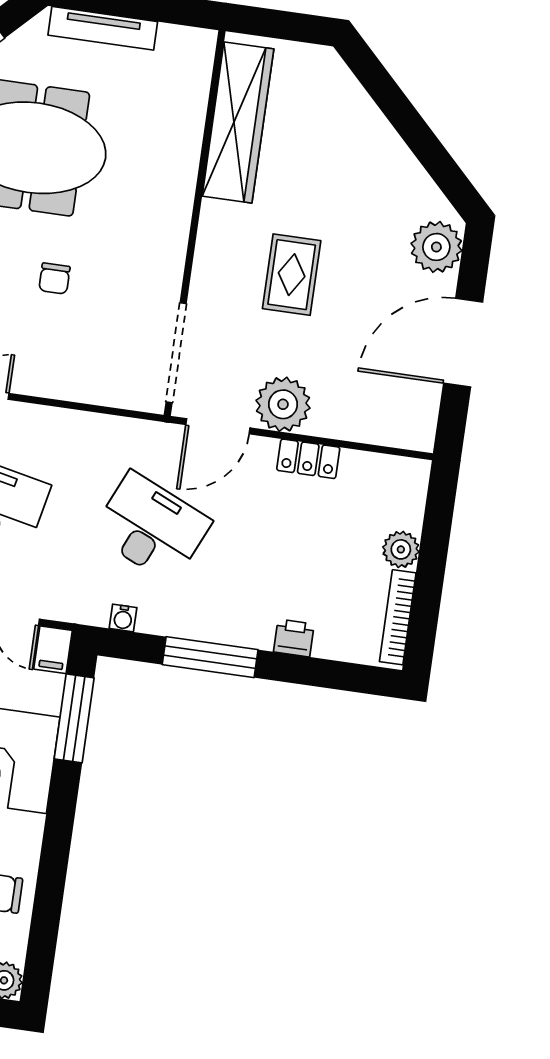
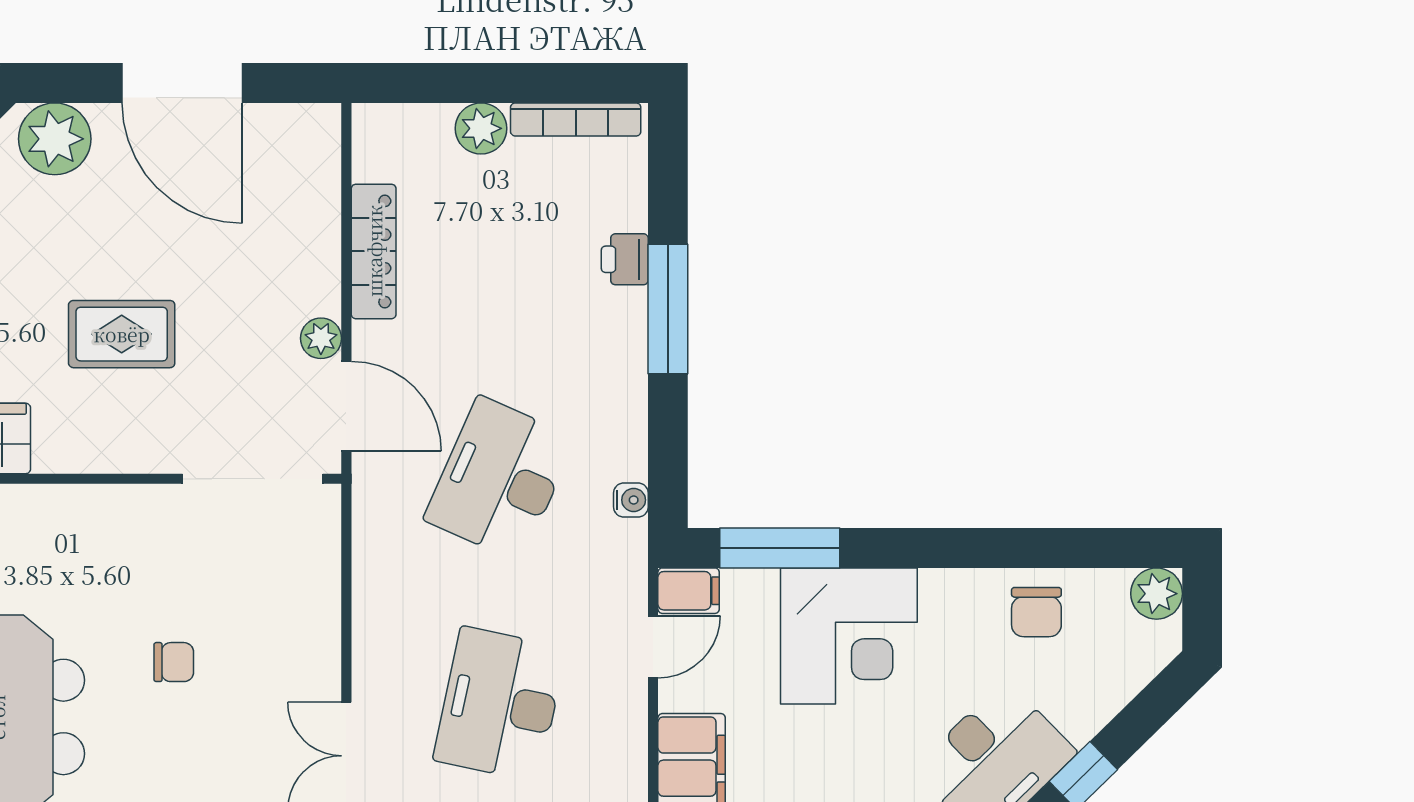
plant: (283, 404) -> (321, 338), width x0.53, depth x0.53
locker: (308, 459) -> (374, 251), width x1.53
window: (210, 657) -> (668, 309), moved

